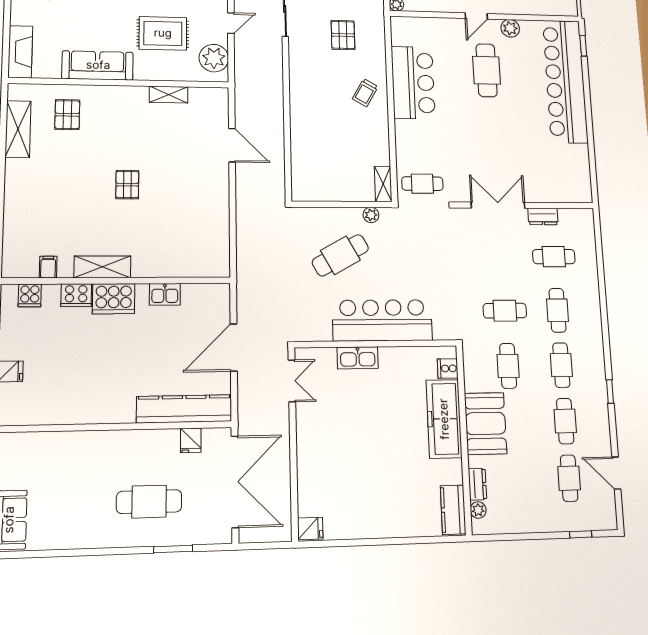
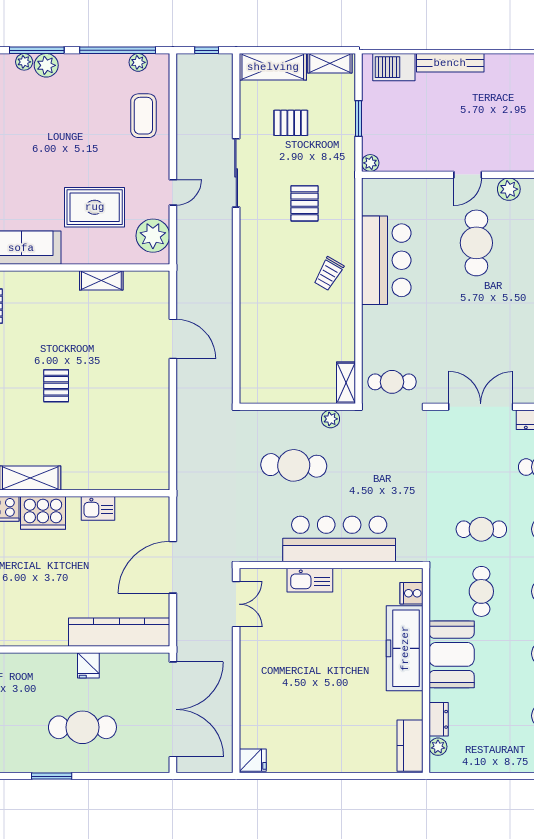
cafe table: (340, 255) -> (294, 465), turned 31
fridge: (191, 440) -> (88, 665), moved
window: (173, 549) -> (52, 776), moved

